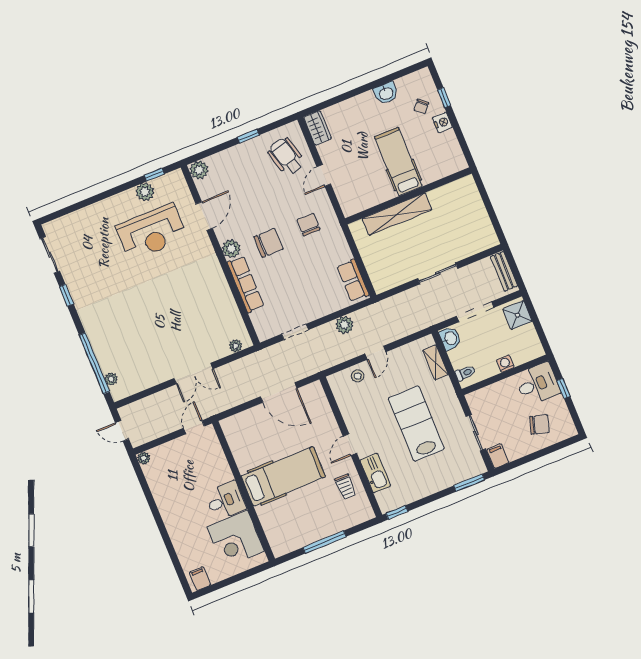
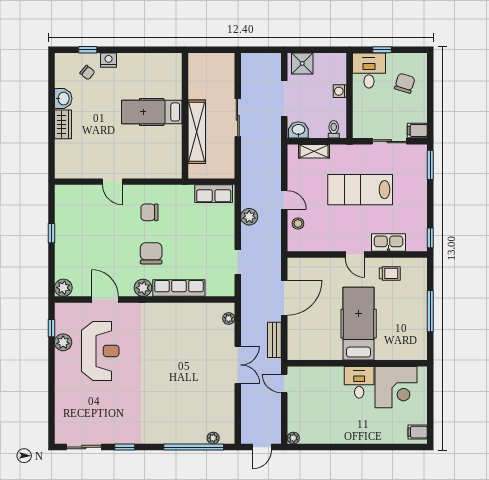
wardrobe: (318, 128) -> (63, 124), moved, turned 90
wheelchair: (286, 156) -> (83, 207), removed
hospital bed: (398, 162) -> (152, 112), moved
wall: (408, 196) -> (185, 116), moved
shelving: (397, 214) -> (197, 132), moved
bench: (504, 271) -> (274, 340), moved, turned 90

